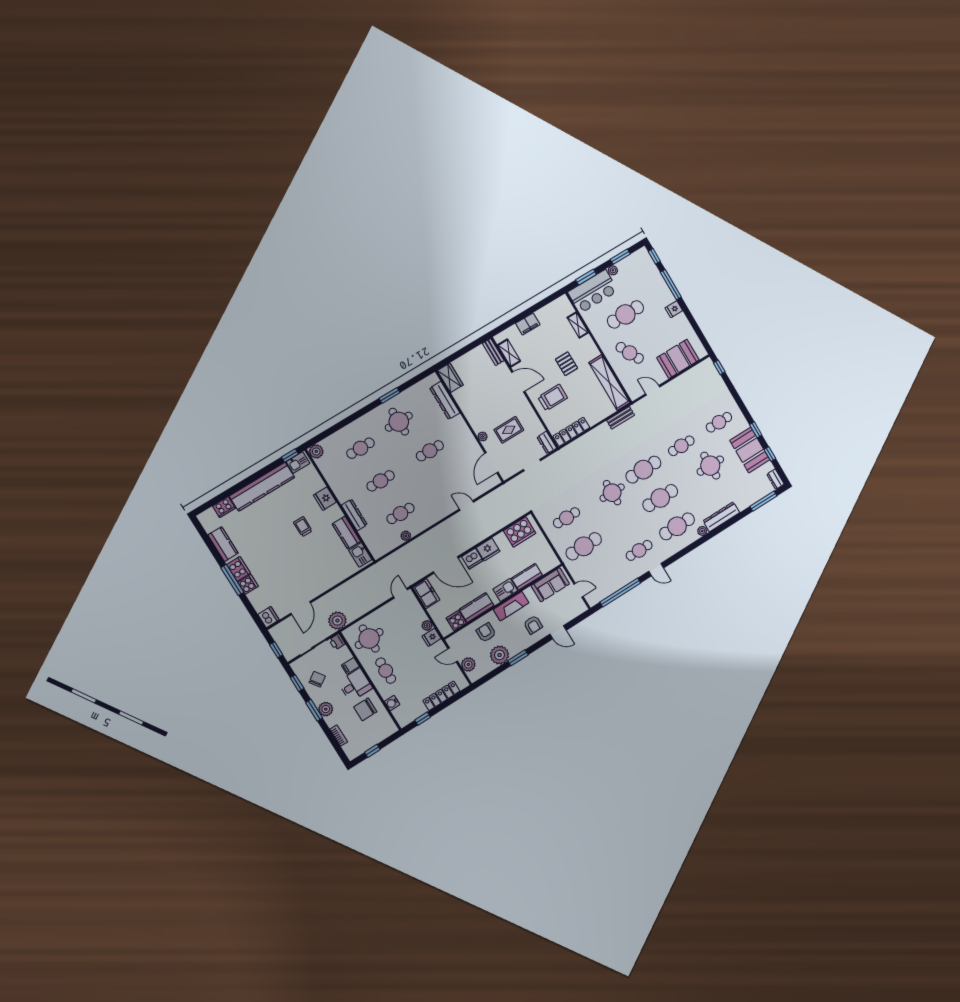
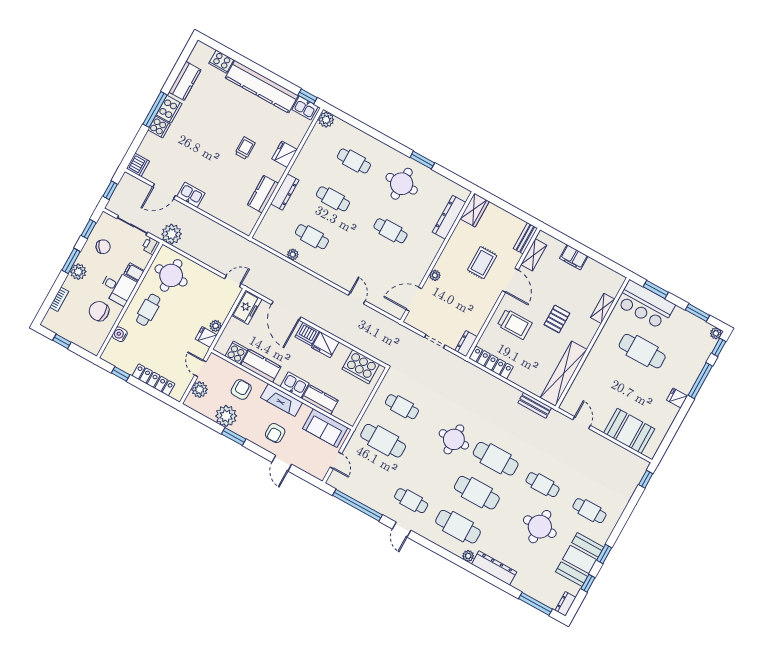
plant: (613, 270) -> (716, 333), moved
cafe table: (630, 353) -> (606, 377), removed
rug: (509, 430) -> (482, 263), moved, turned 90
kitchen sink: (360, 555) -> (191, 195), moved, turned 90

